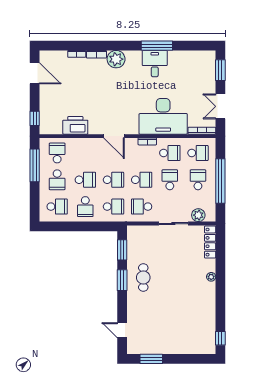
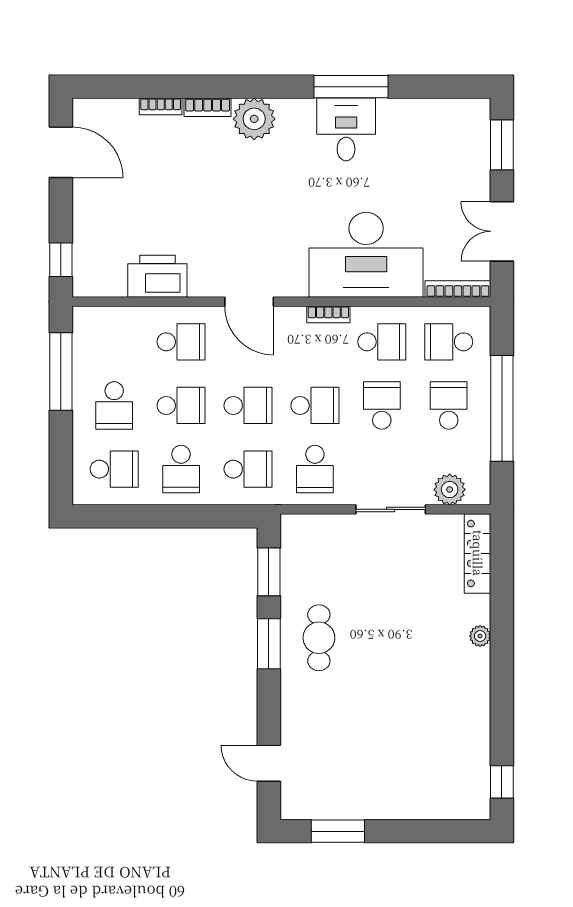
school desk: (57, 153) -> (181, 342), moved, turned 90
school desk: (198, 153) -> (449, 342), turned 180
school desk: (142, 207) -> (315, 469), turned -90

